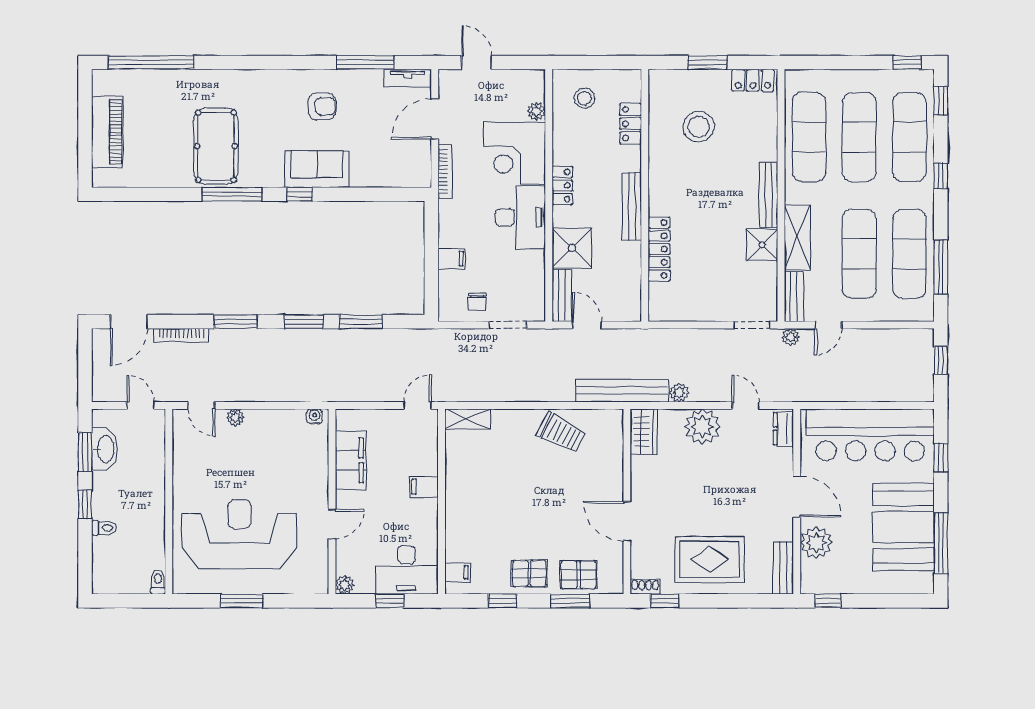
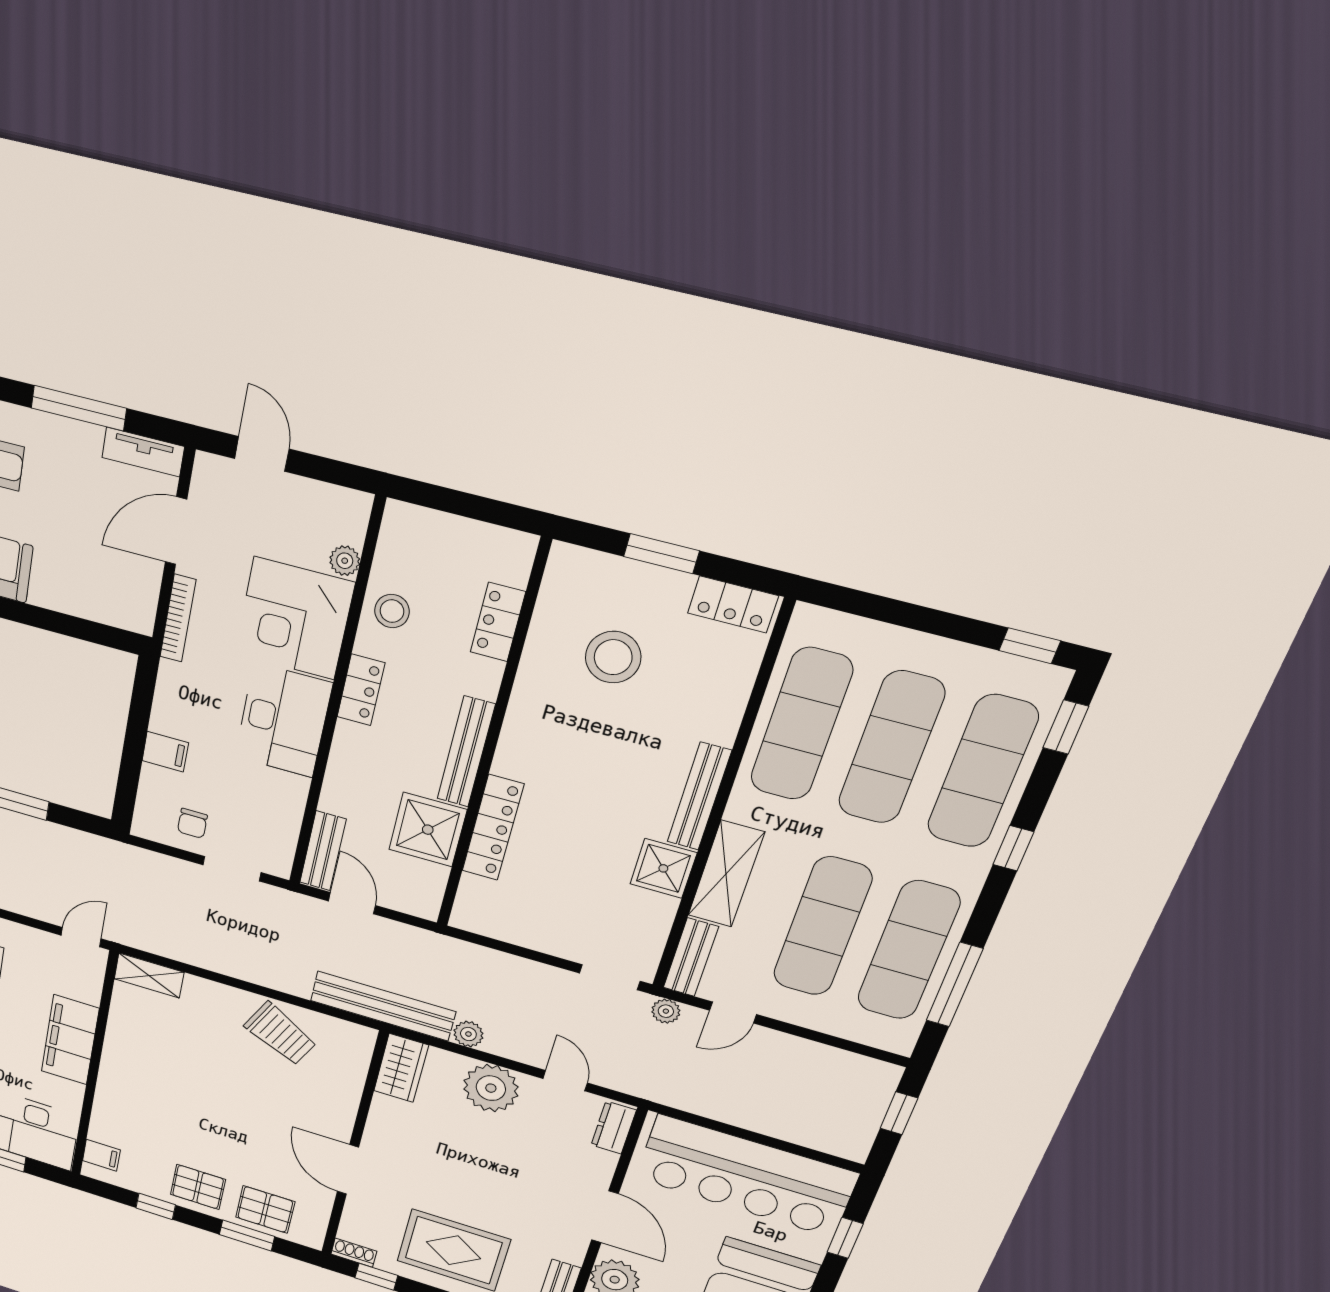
stool: (584, 98) -> (392, 611), moved
shower: (572, 248) -> (428, 830), moved
filing cabinet: (424, 487) -> (70, 1040), width x3.00, depth x1.17

